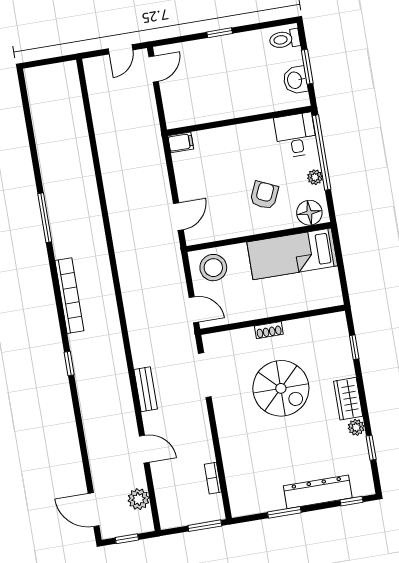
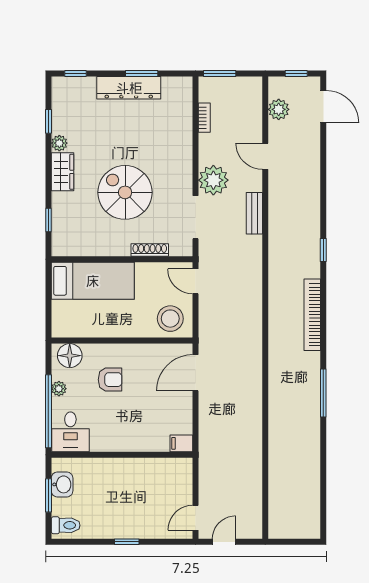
armchair: (264, 195) -> (110, 380), turned -114
door: (178, 217) -> (196, 373), width x1.38
bed: (292, 254) -> (93, 281), moved
shoe rack: (269, 330) -> (150, 250), moved, width x1.43
plant: (193, 416) -> (213, 180), added
dresser: (318, 492) -> (129, 88), moved

